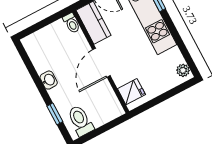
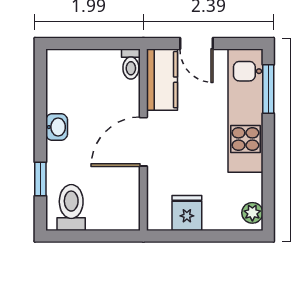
fridge: (131, 92) -> (187, 213), moved, turned -90

